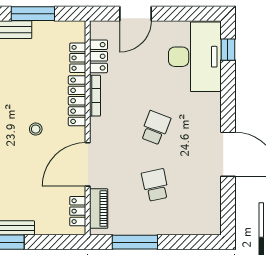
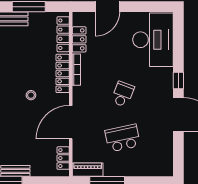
window: (228, 50) -> (178, 80), moved
locker: (78, 58) -> (63, 34), width x1.53
school desk: (155, 185) -> (123, 138), width x1.85
piano: (99, 209) -> (88, 170), moved, turned -90

